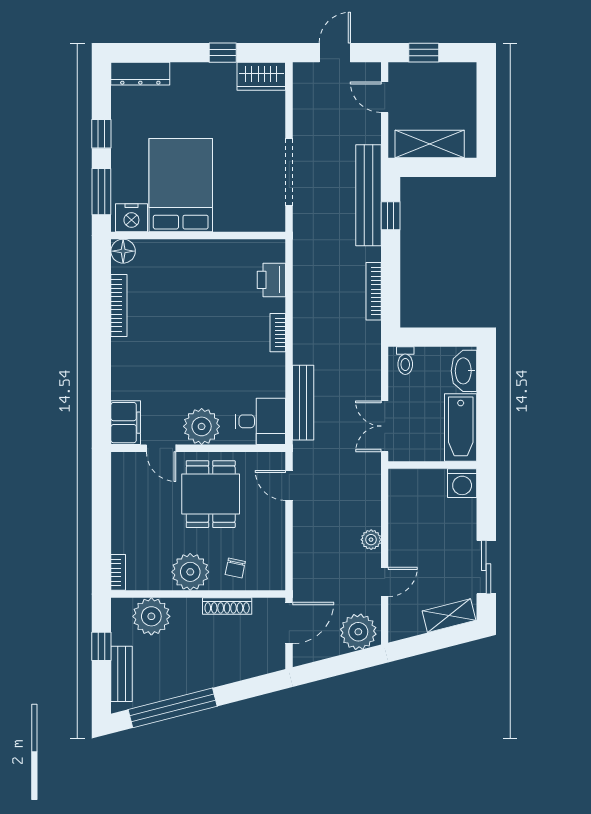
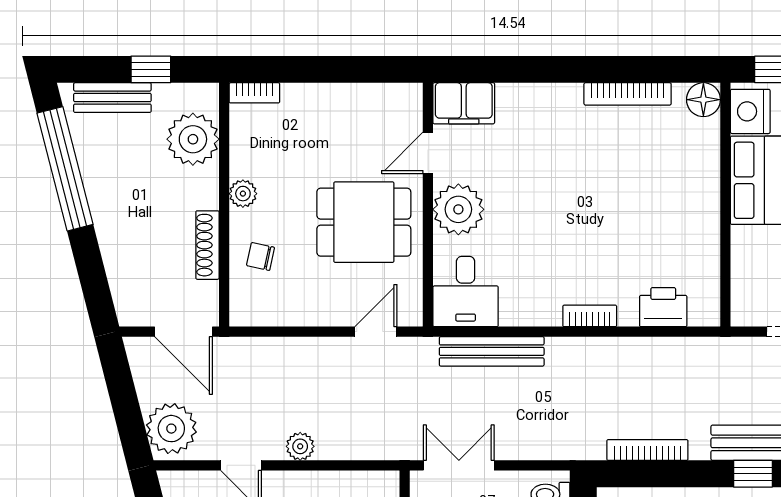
plant: (190, 572) -> (243, 194), width x0.53, depth x0.53

